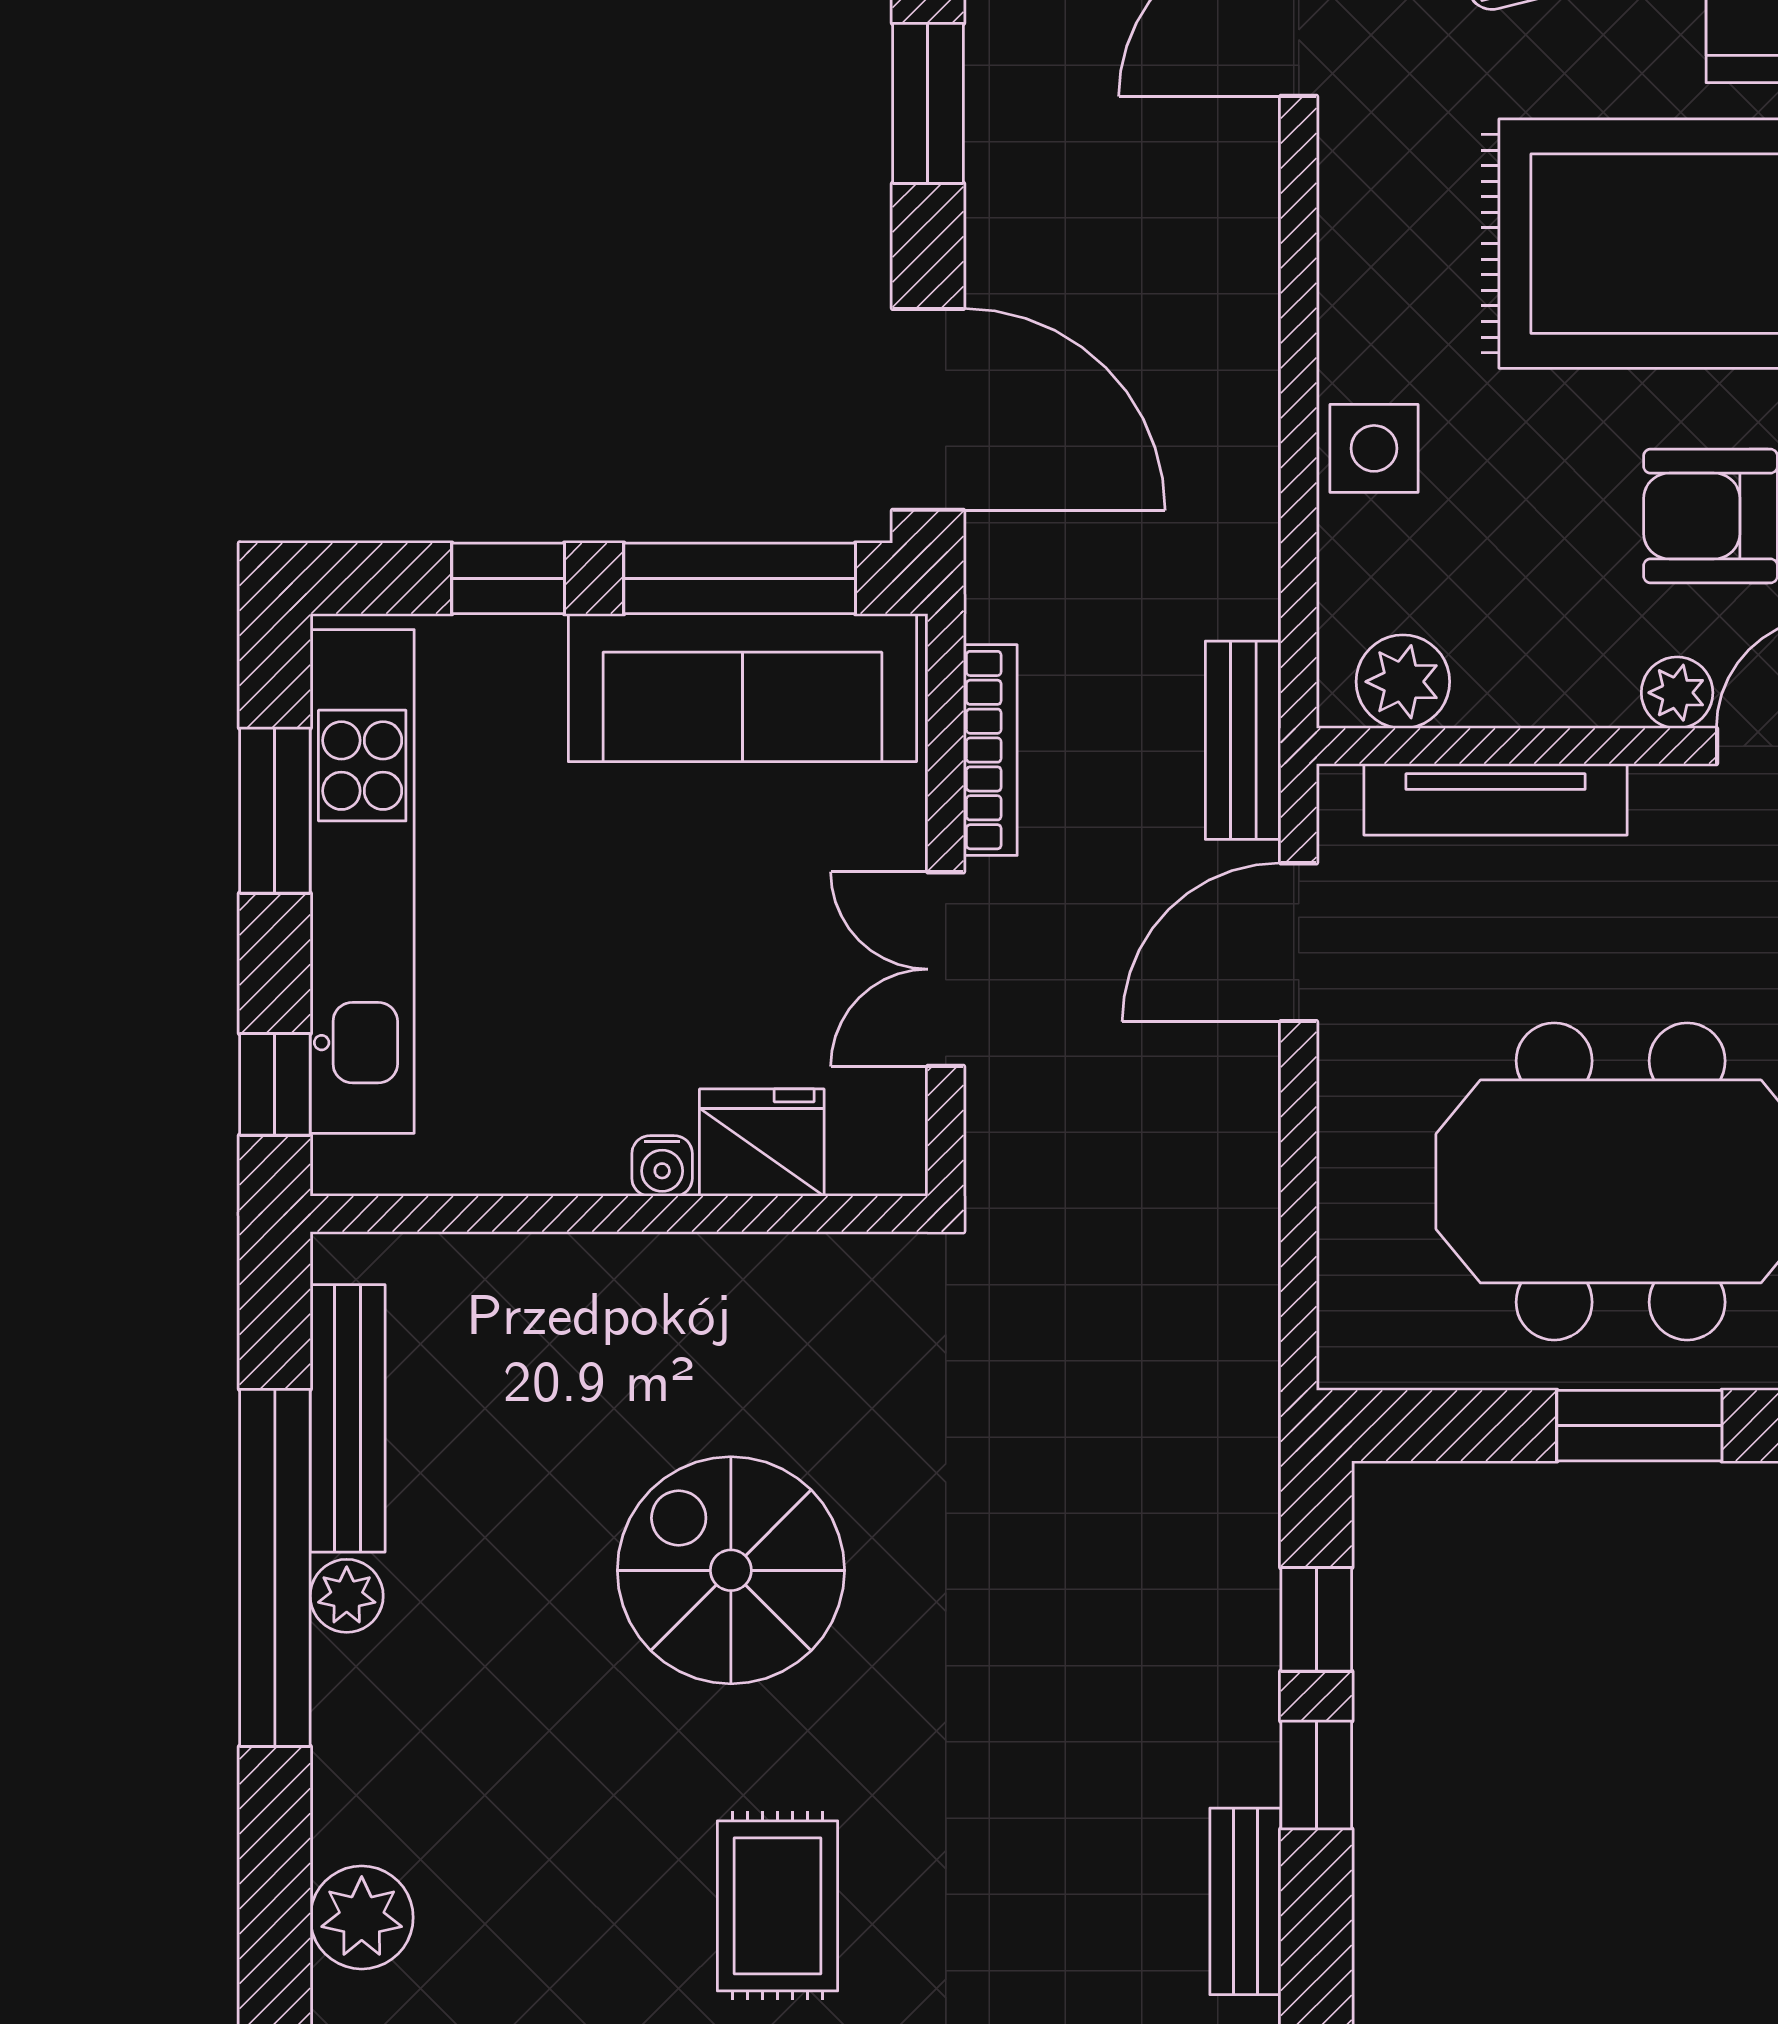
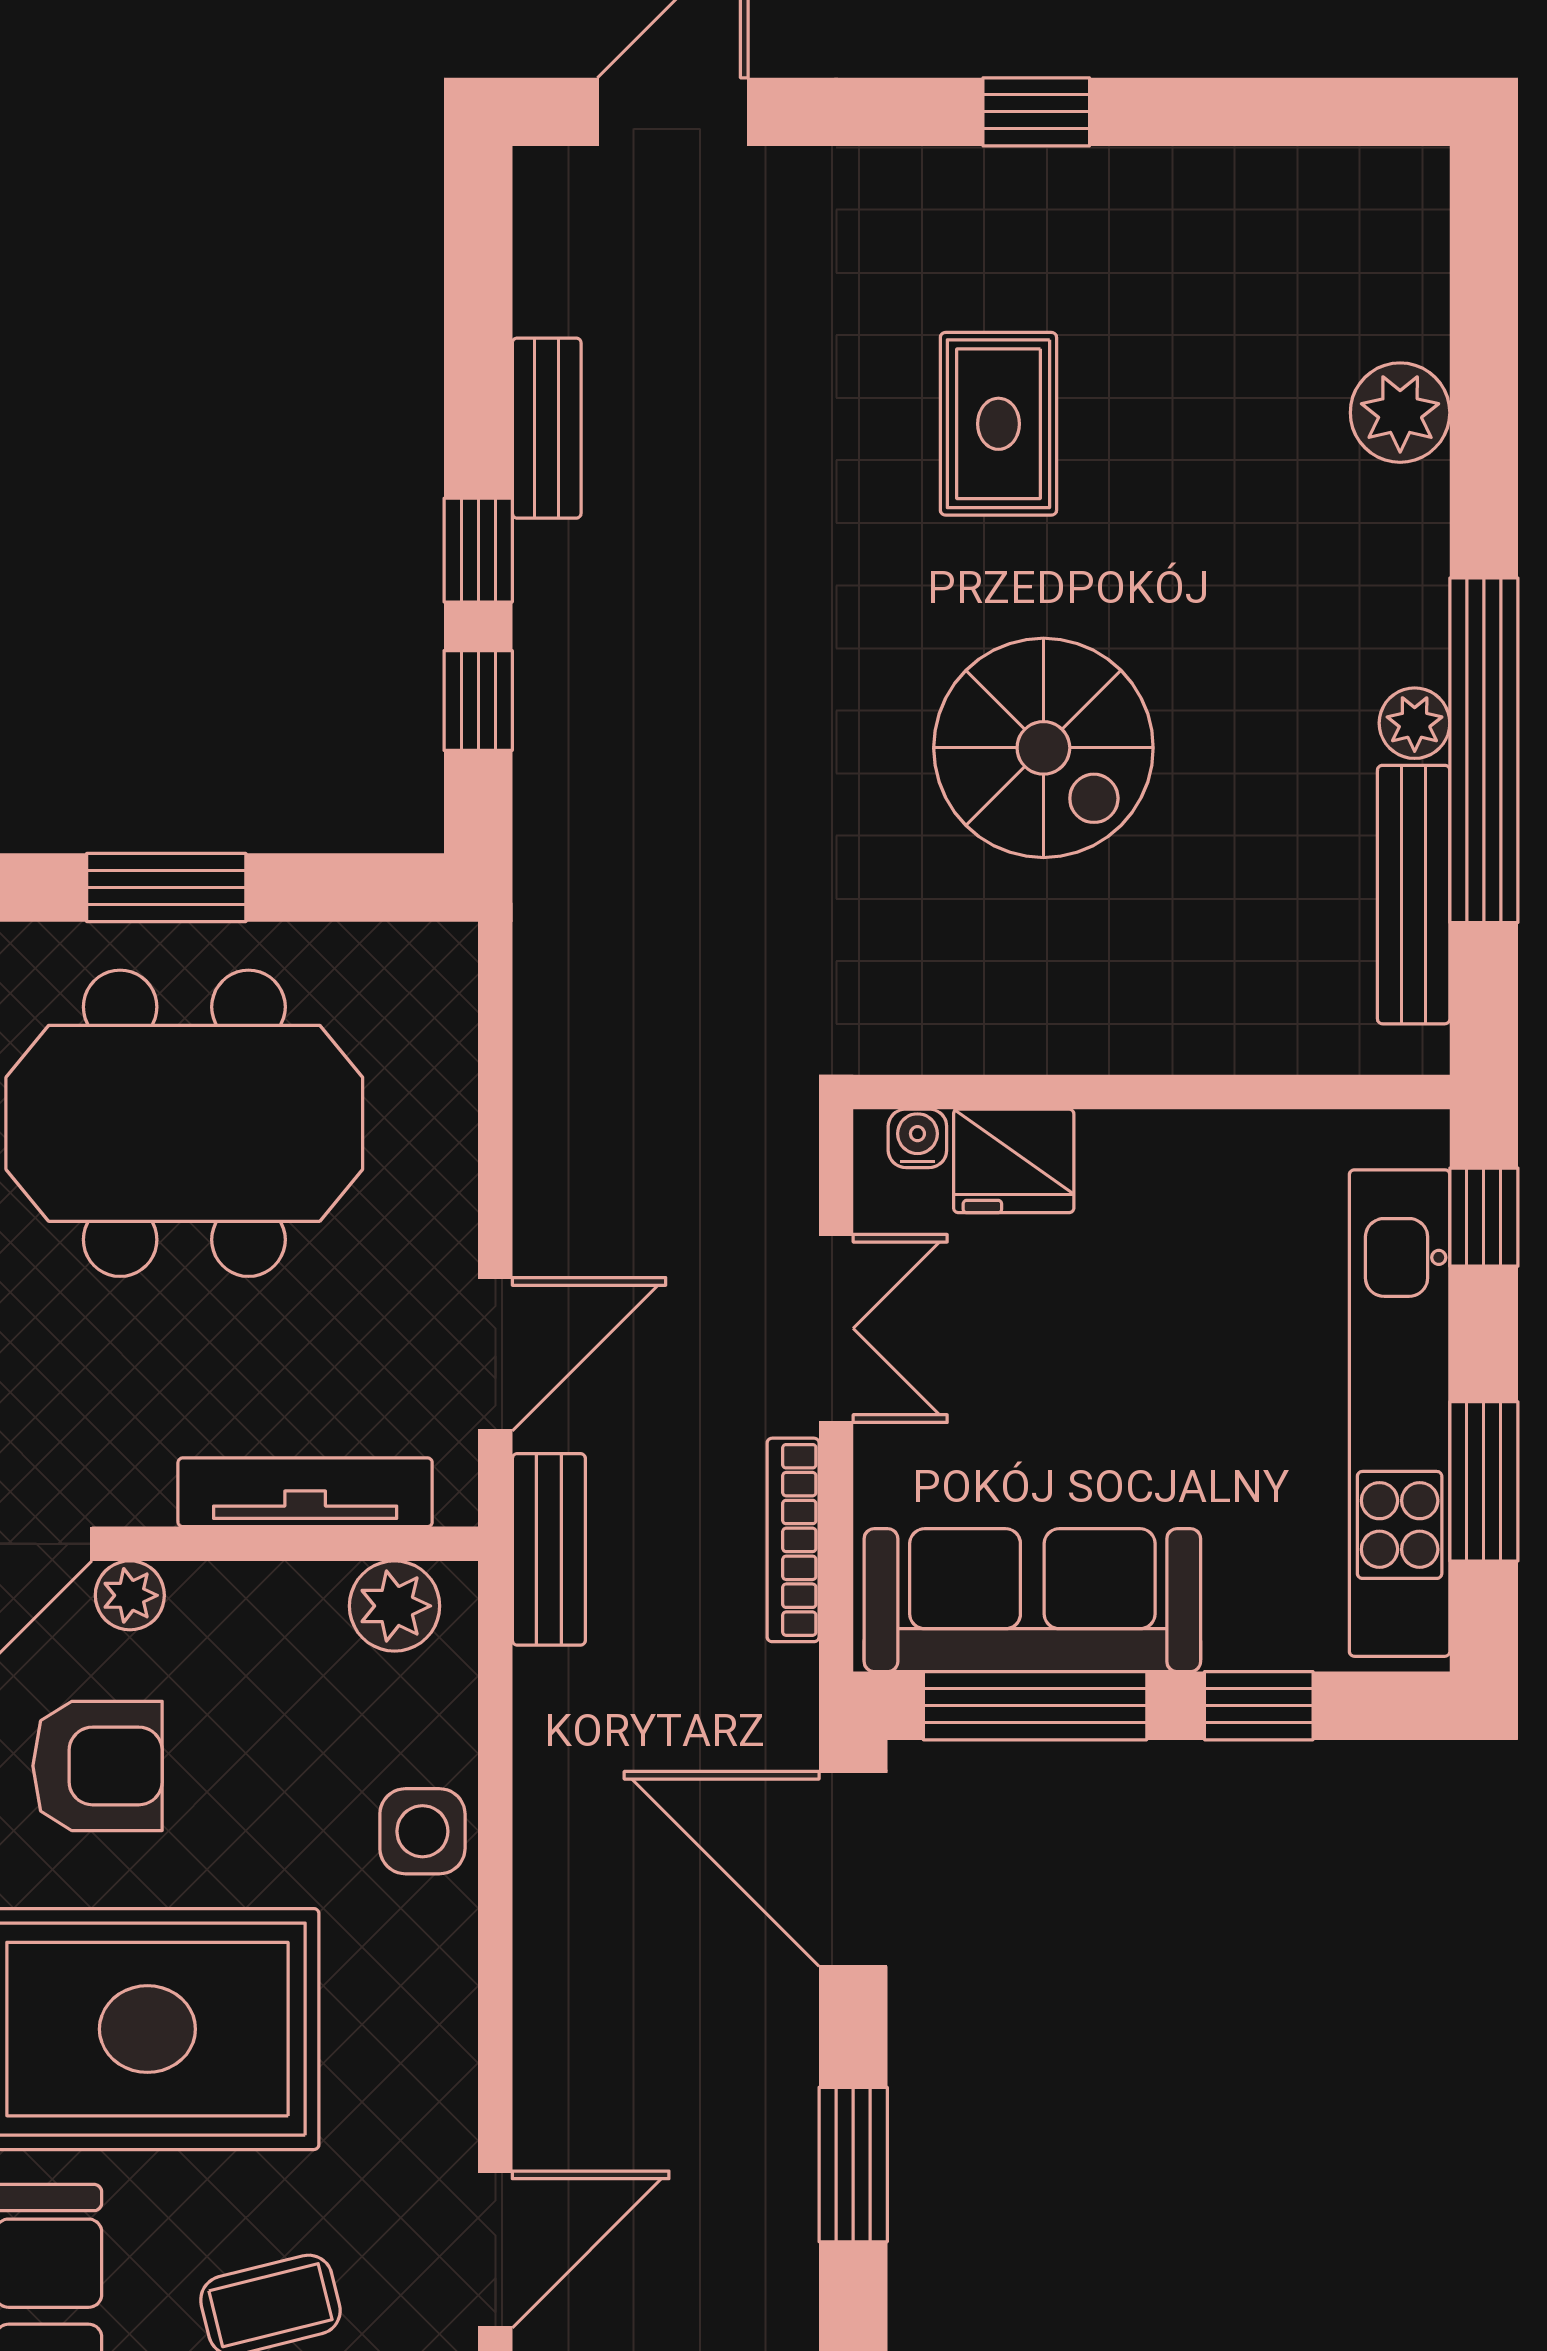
water cooler: (662, 1166) -> (917, 1138), moved

